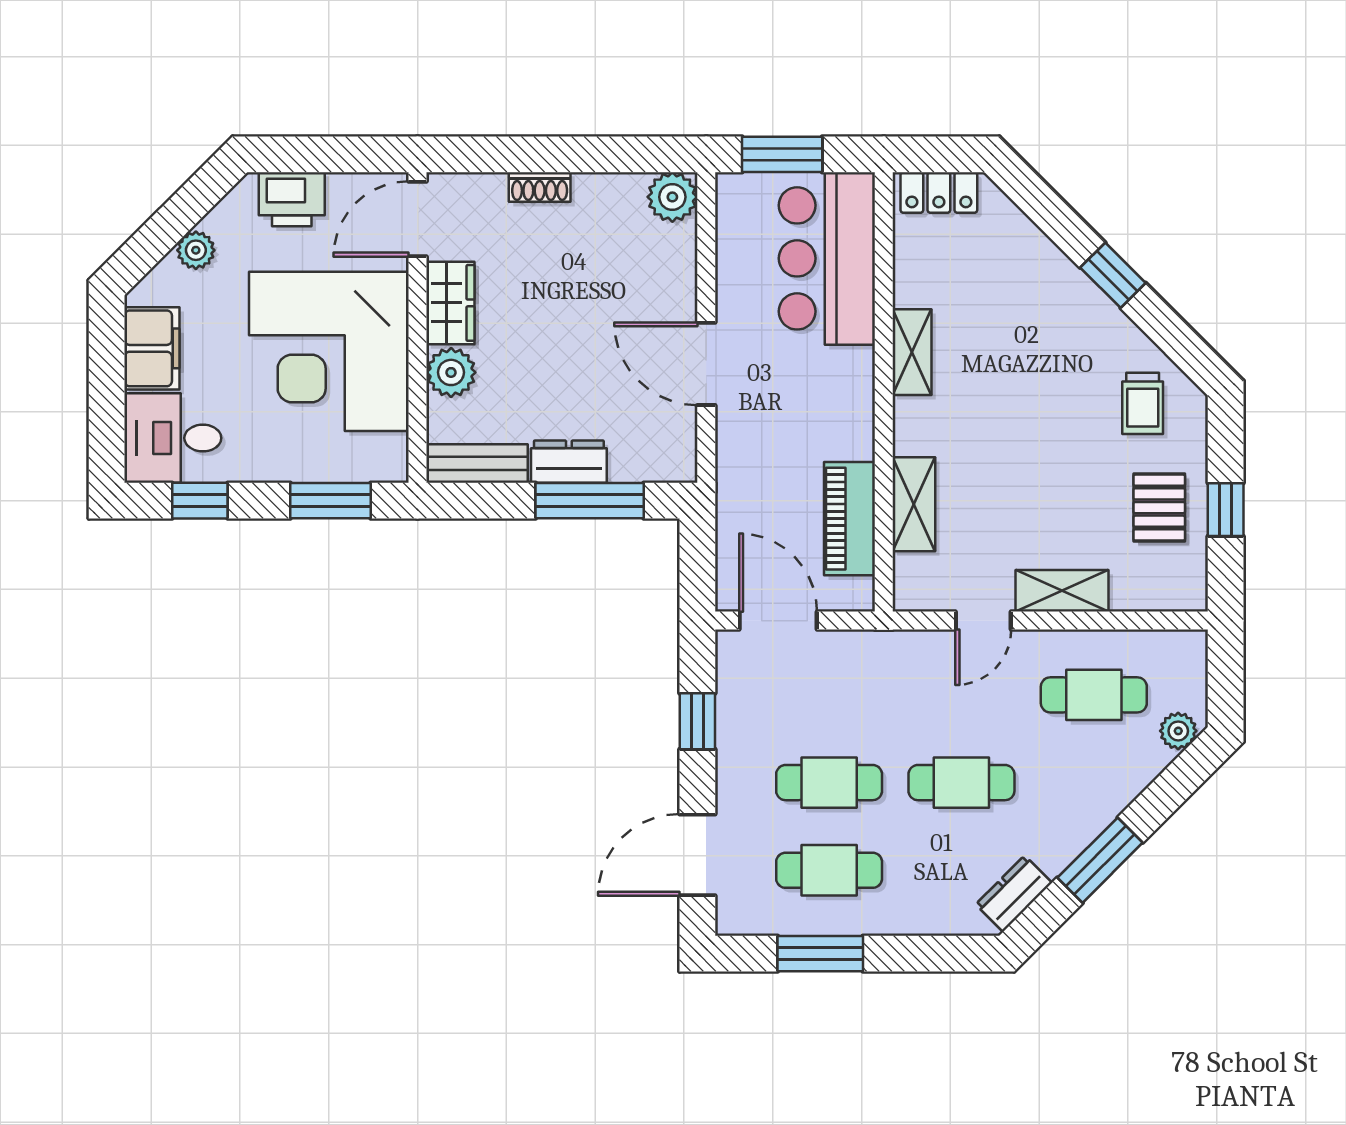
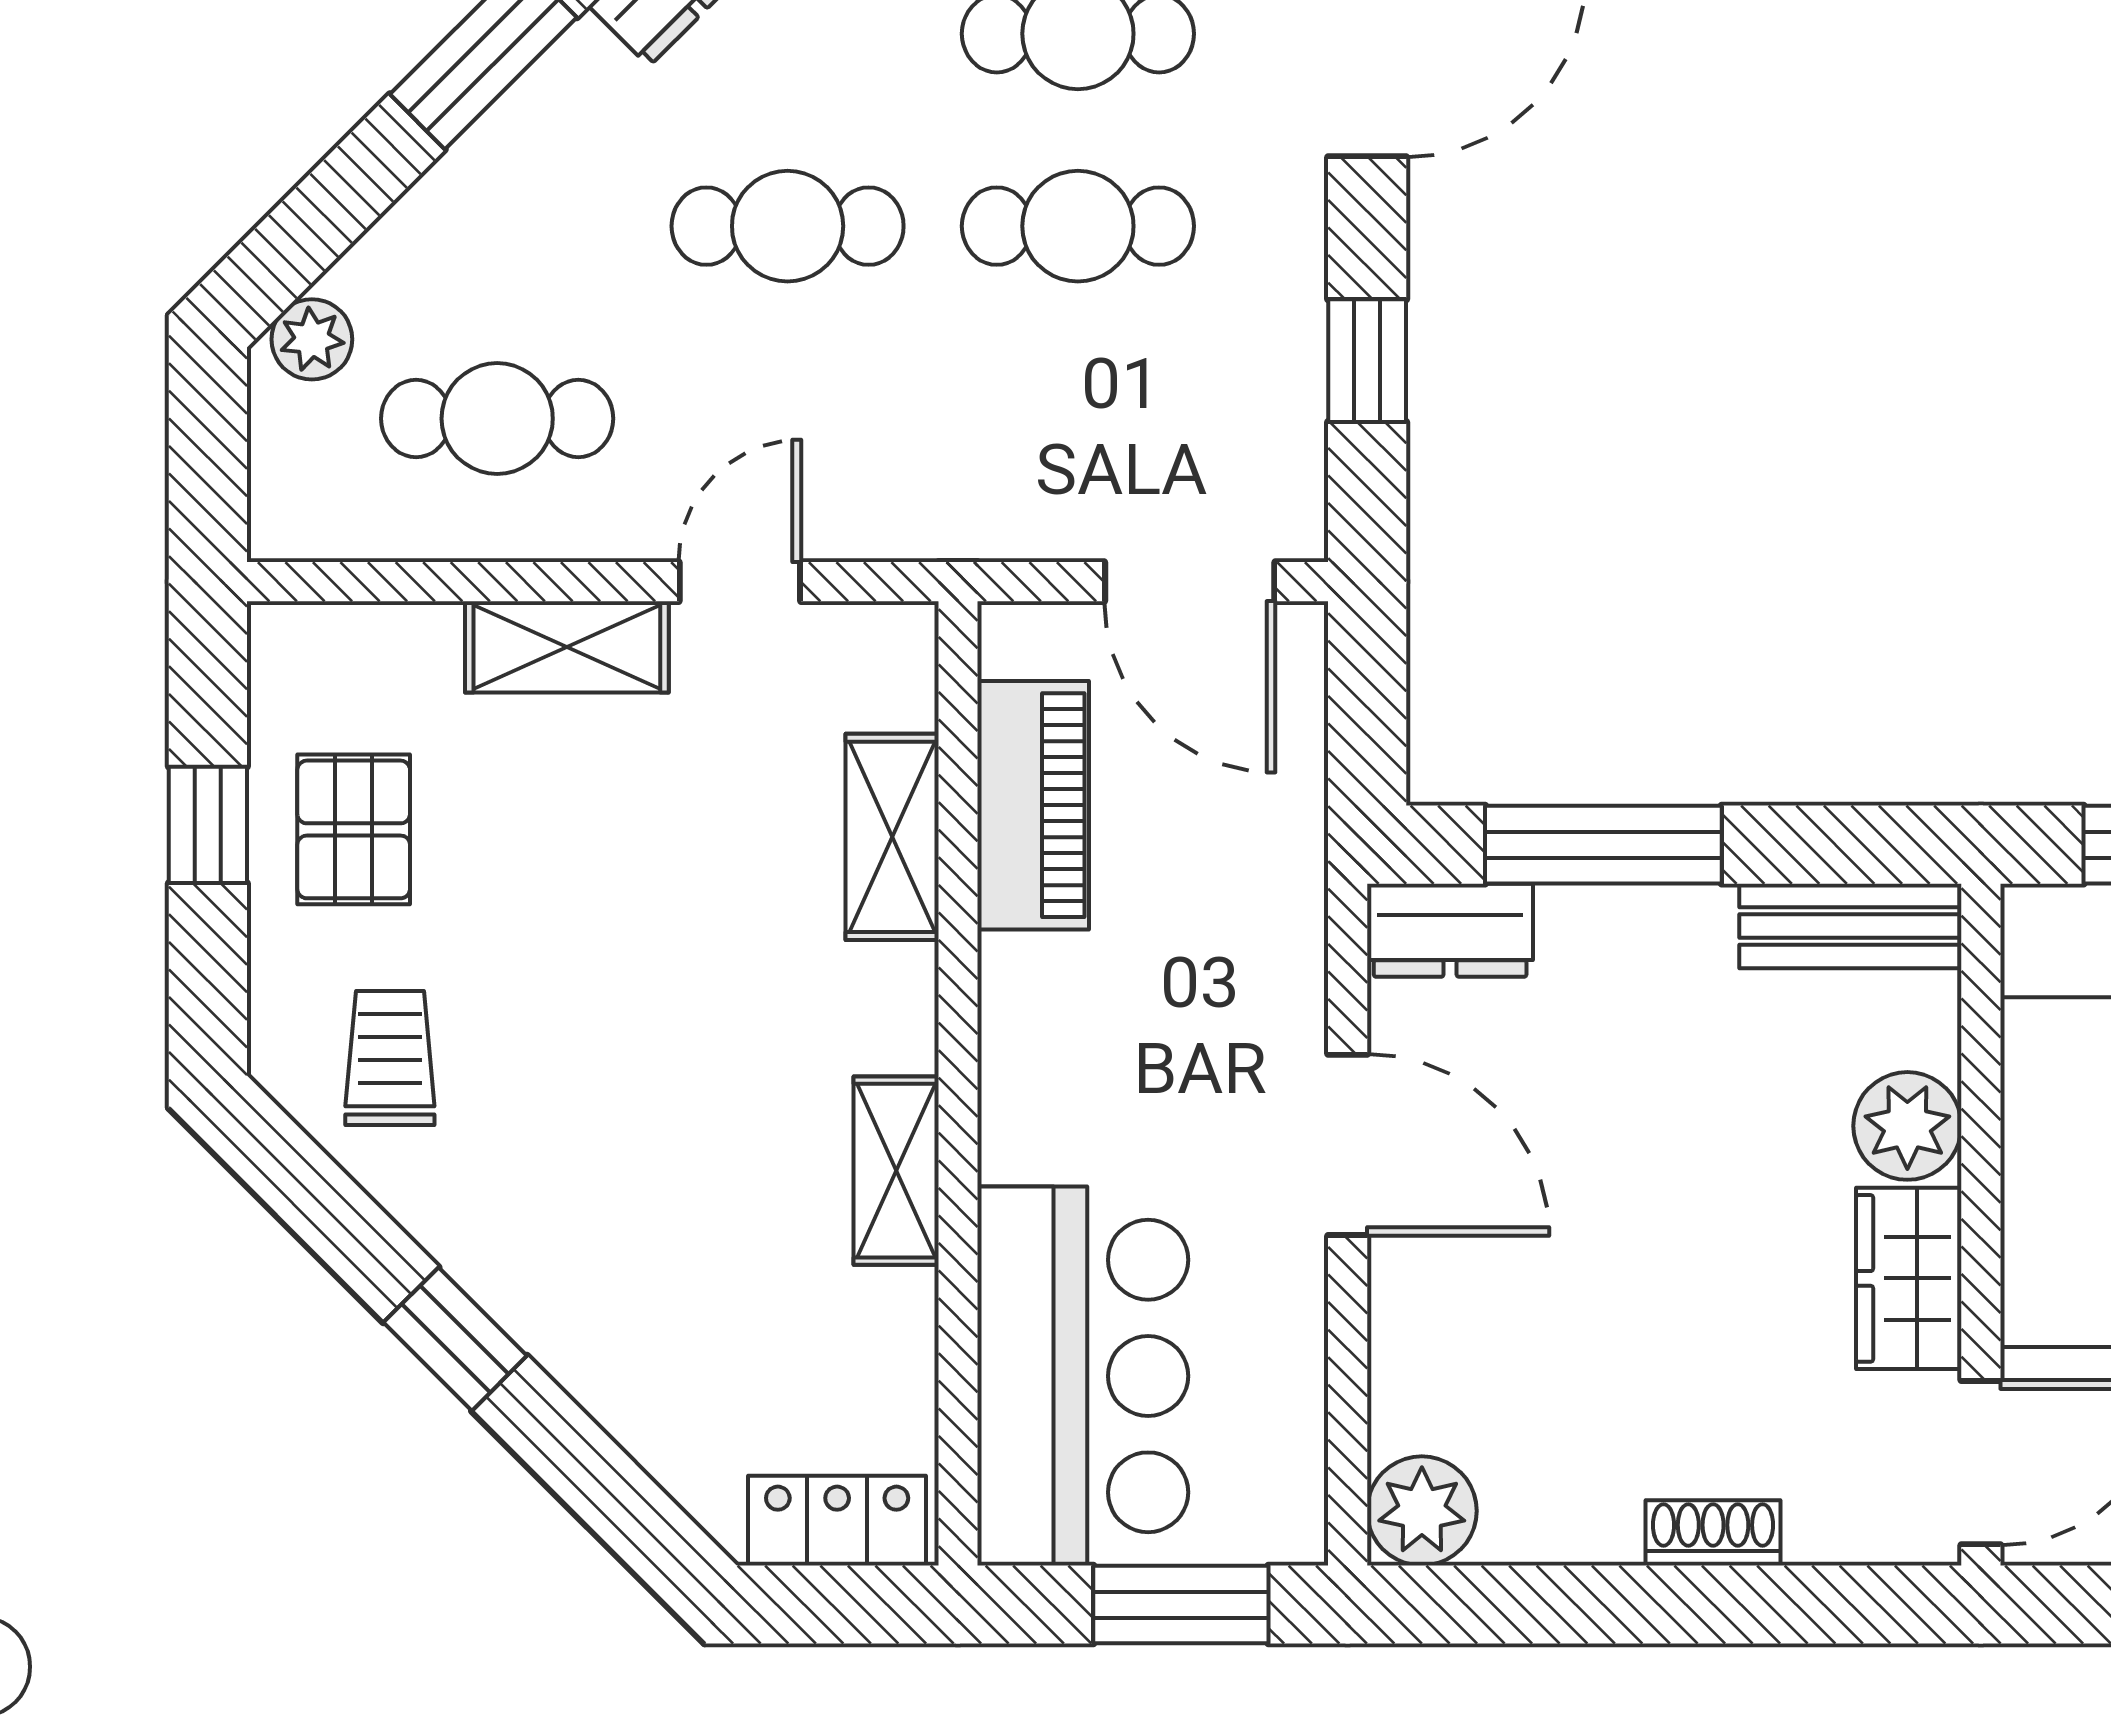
dresser: (569, 462) -> (1450, 930), moved

